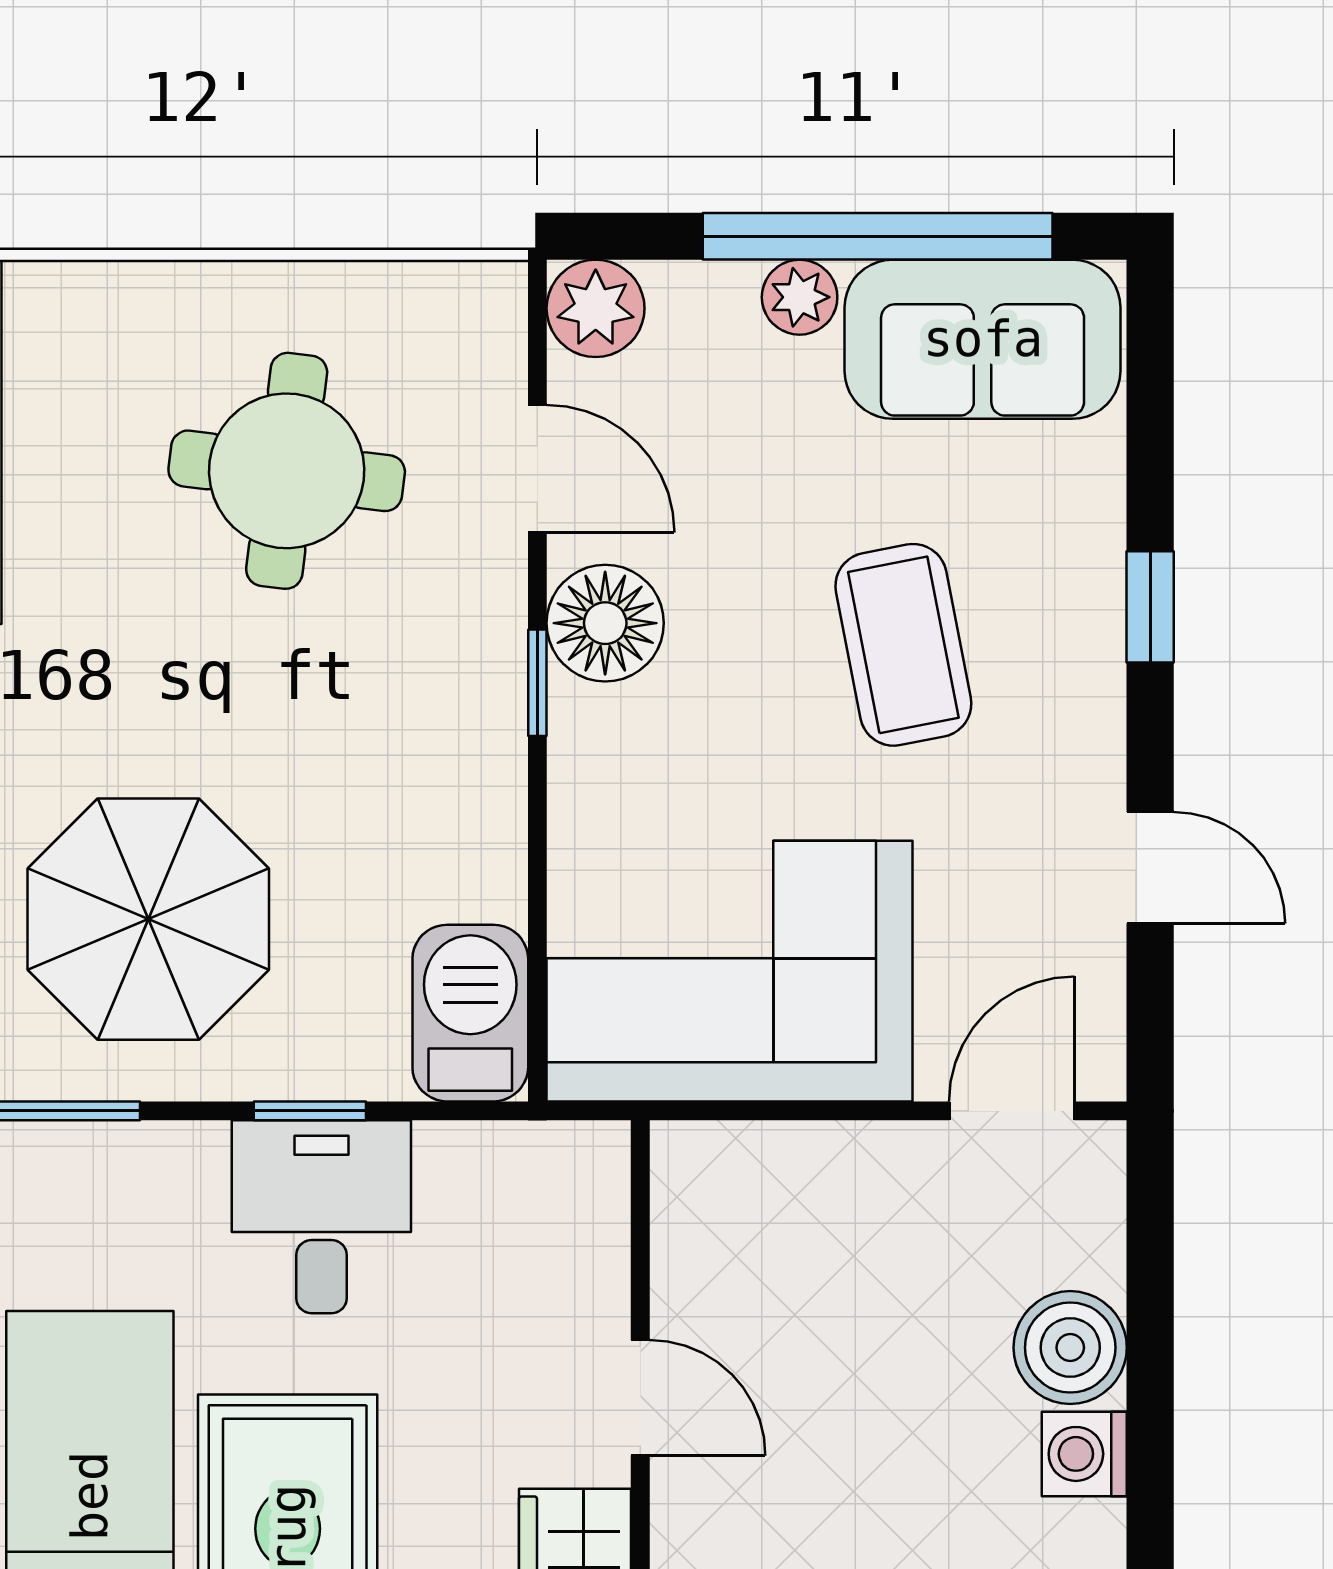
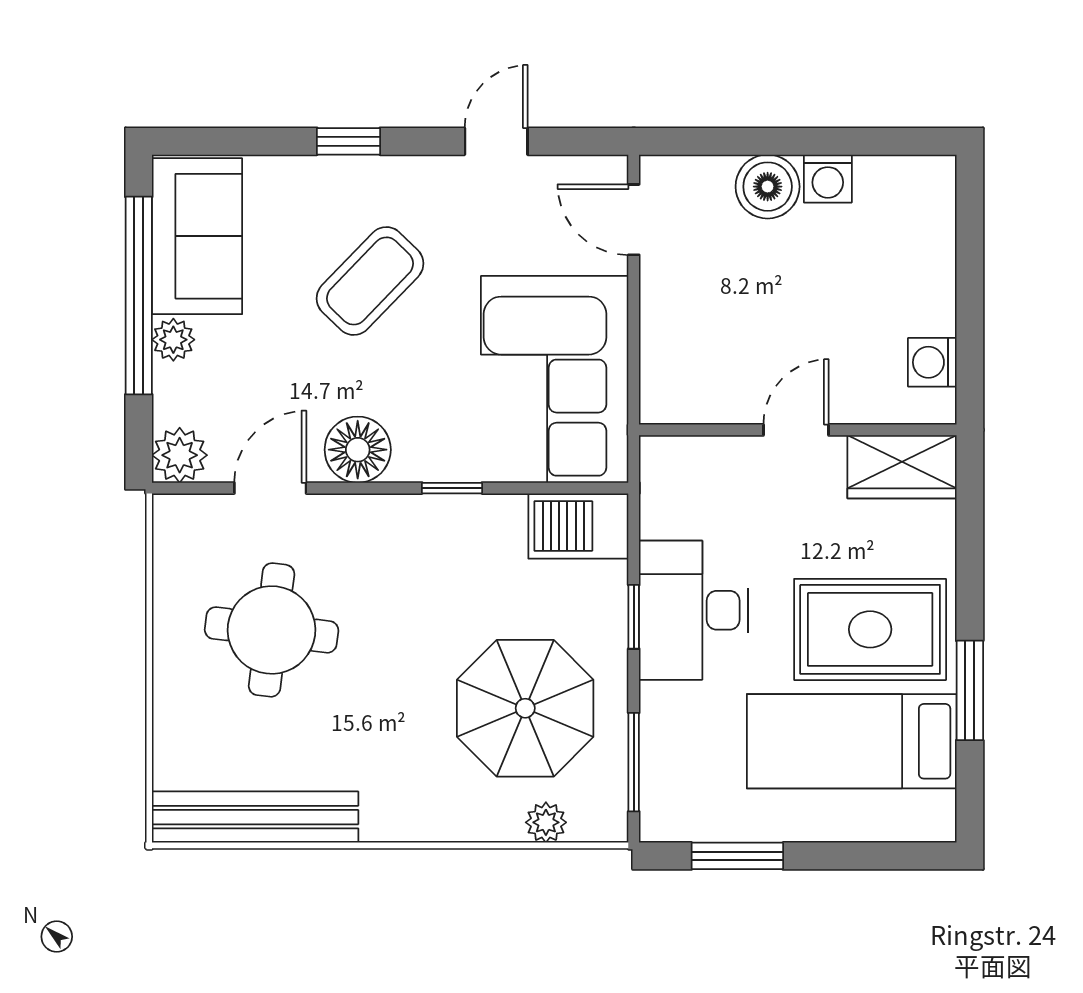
coffee table: (903, 645) -> (370, 281), turned -35
window: (537, 683) -> (452, 488), moved
desk: (321, 1217) -> (694, 610), width x1.37

